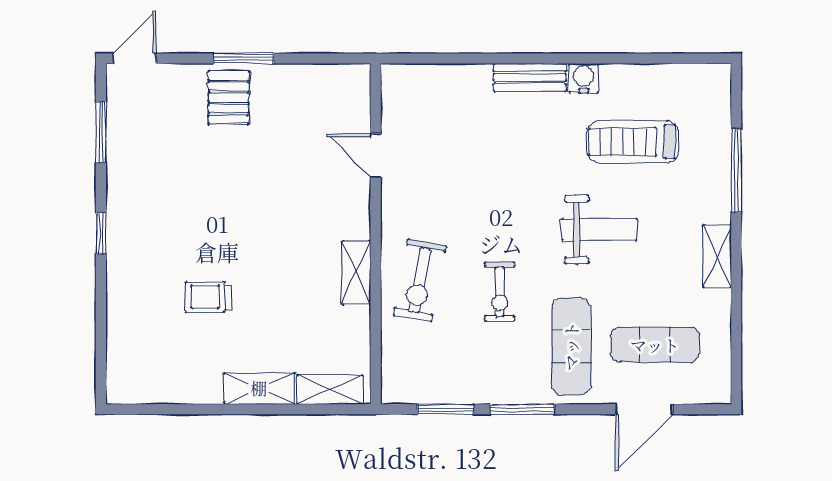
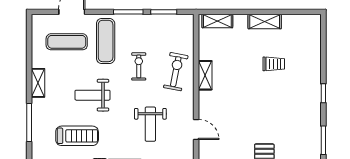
weight bench: (474, 167) -> (150, 124), added
shelving: (259, 388) -> (265, 22), moved

